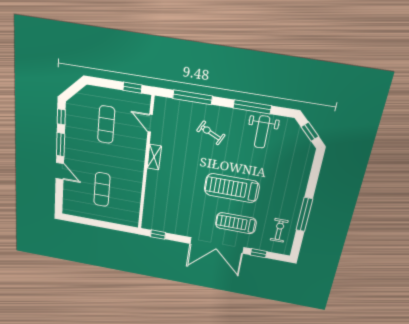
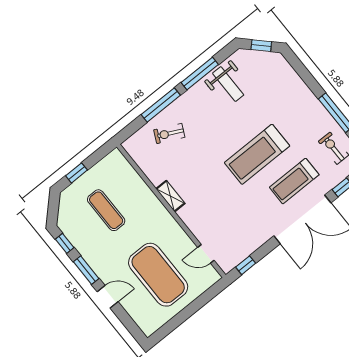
window: (132, 88) -> (76, 173), moved
window: (193, 97) -> (161, 105), moved
door: (150, 123) -> (206, 254), moved
exercise bike: (211, 133) -> (169, 133), moved
exercise mat: (102, 190) -> (158, 275), width x2.00, depth x1.45

